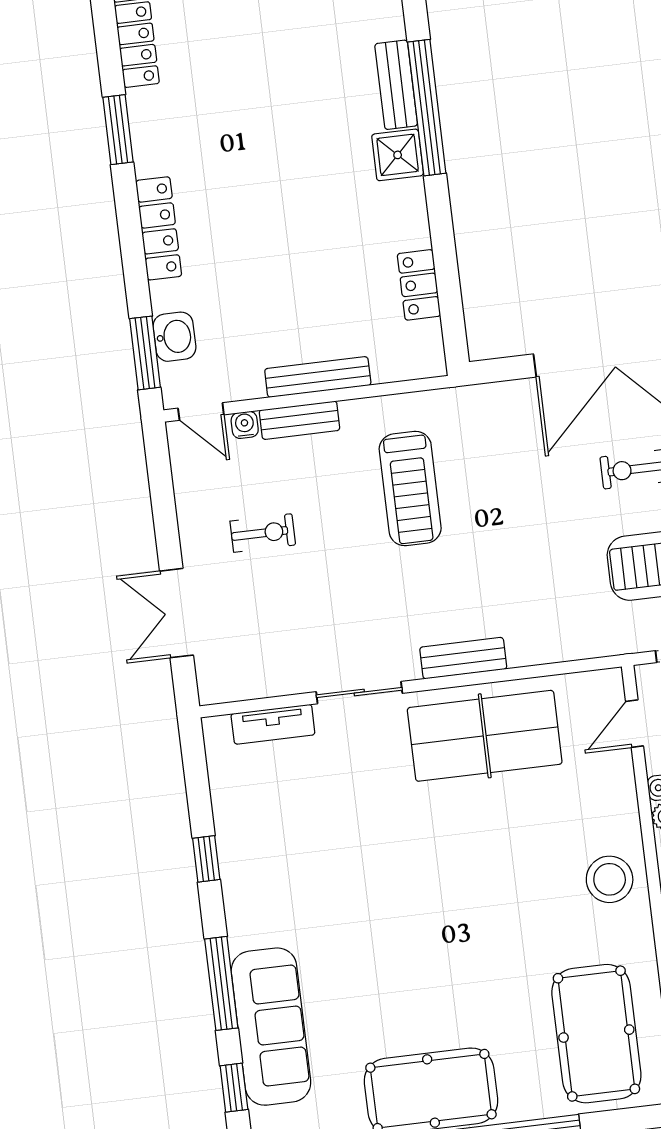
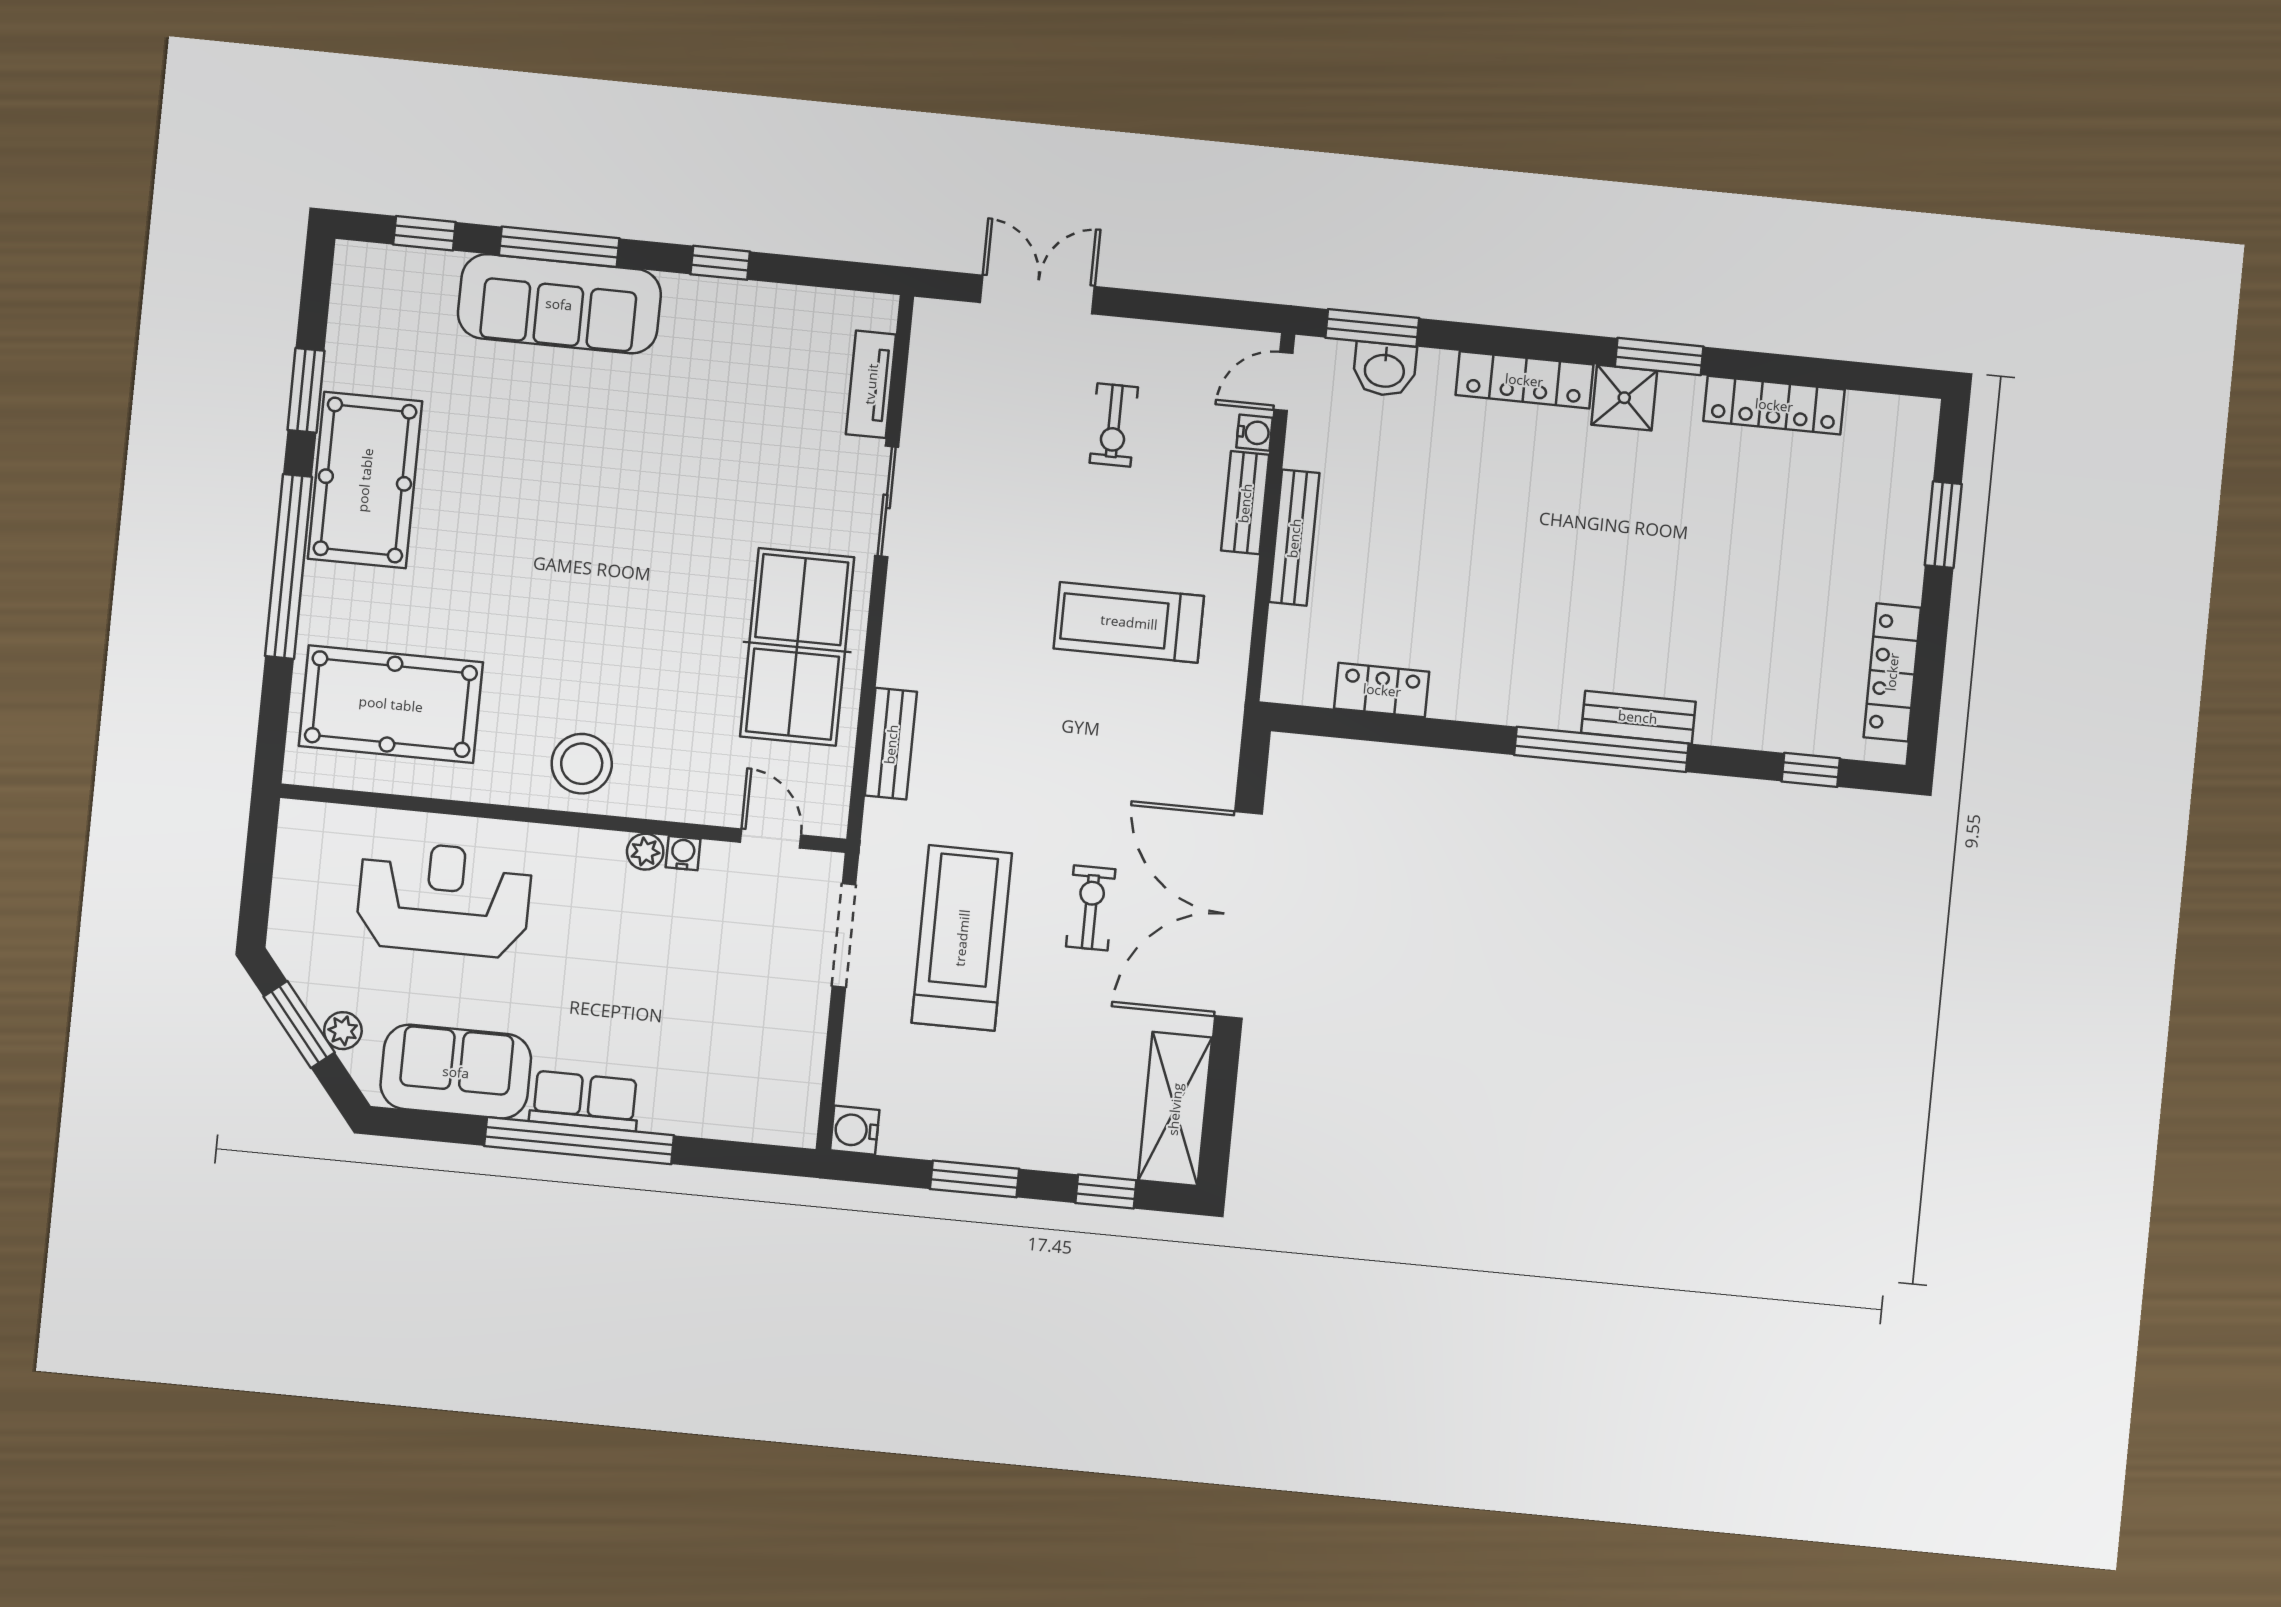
shower: (398, 155) -> (1624, 398), moved
bench: (463, 658) -> (891, 744), moved
sofa: (271, 1027) -> (559, 304), moved

